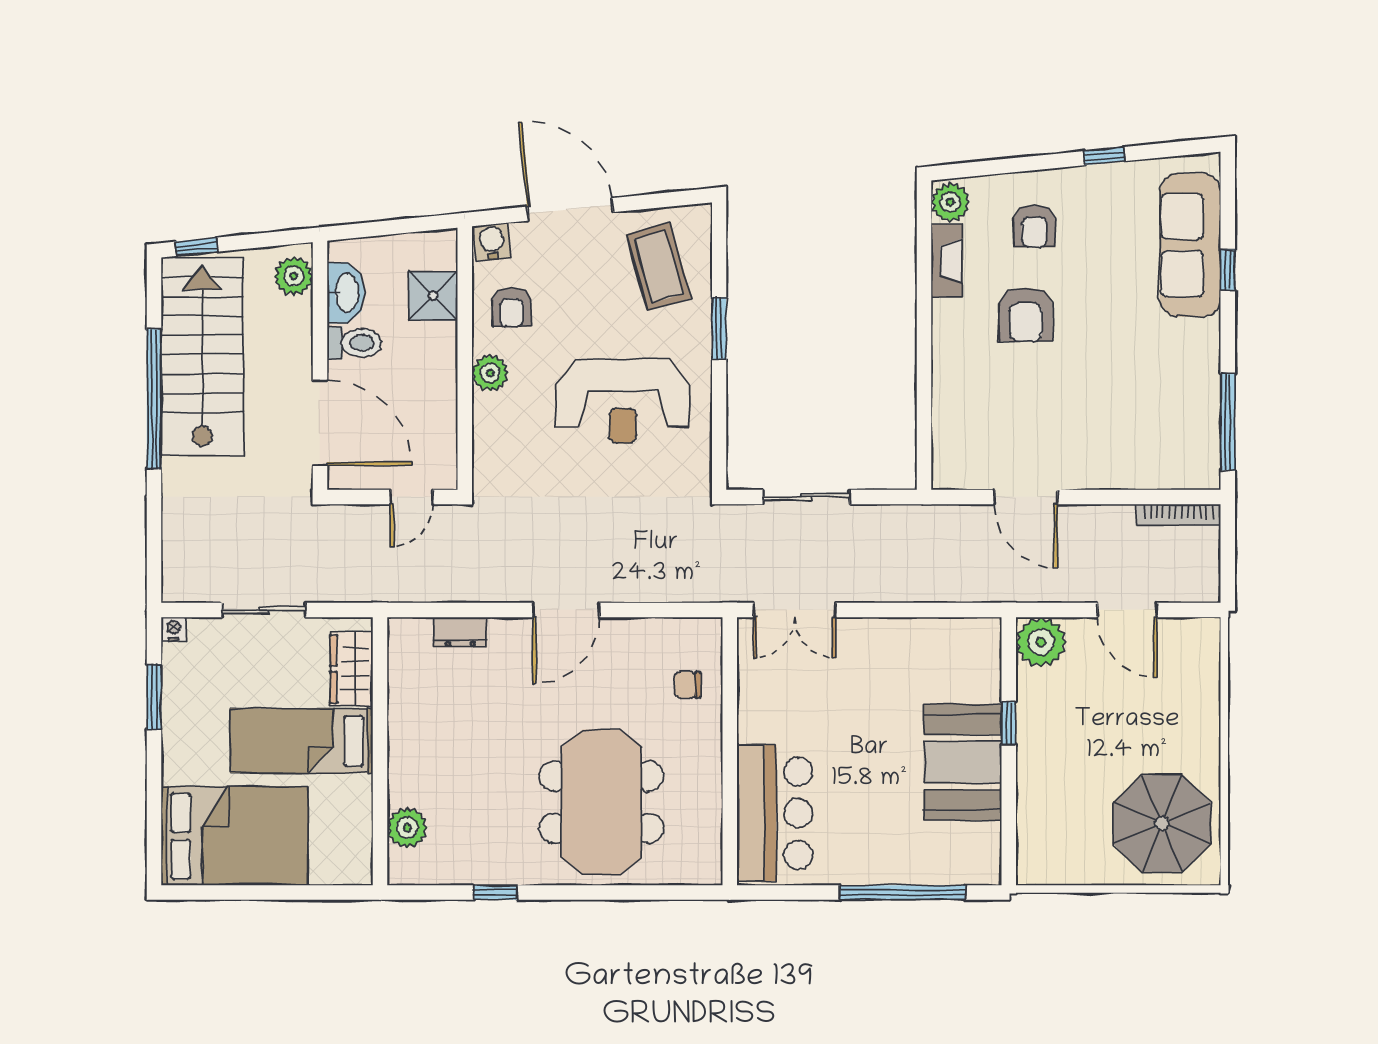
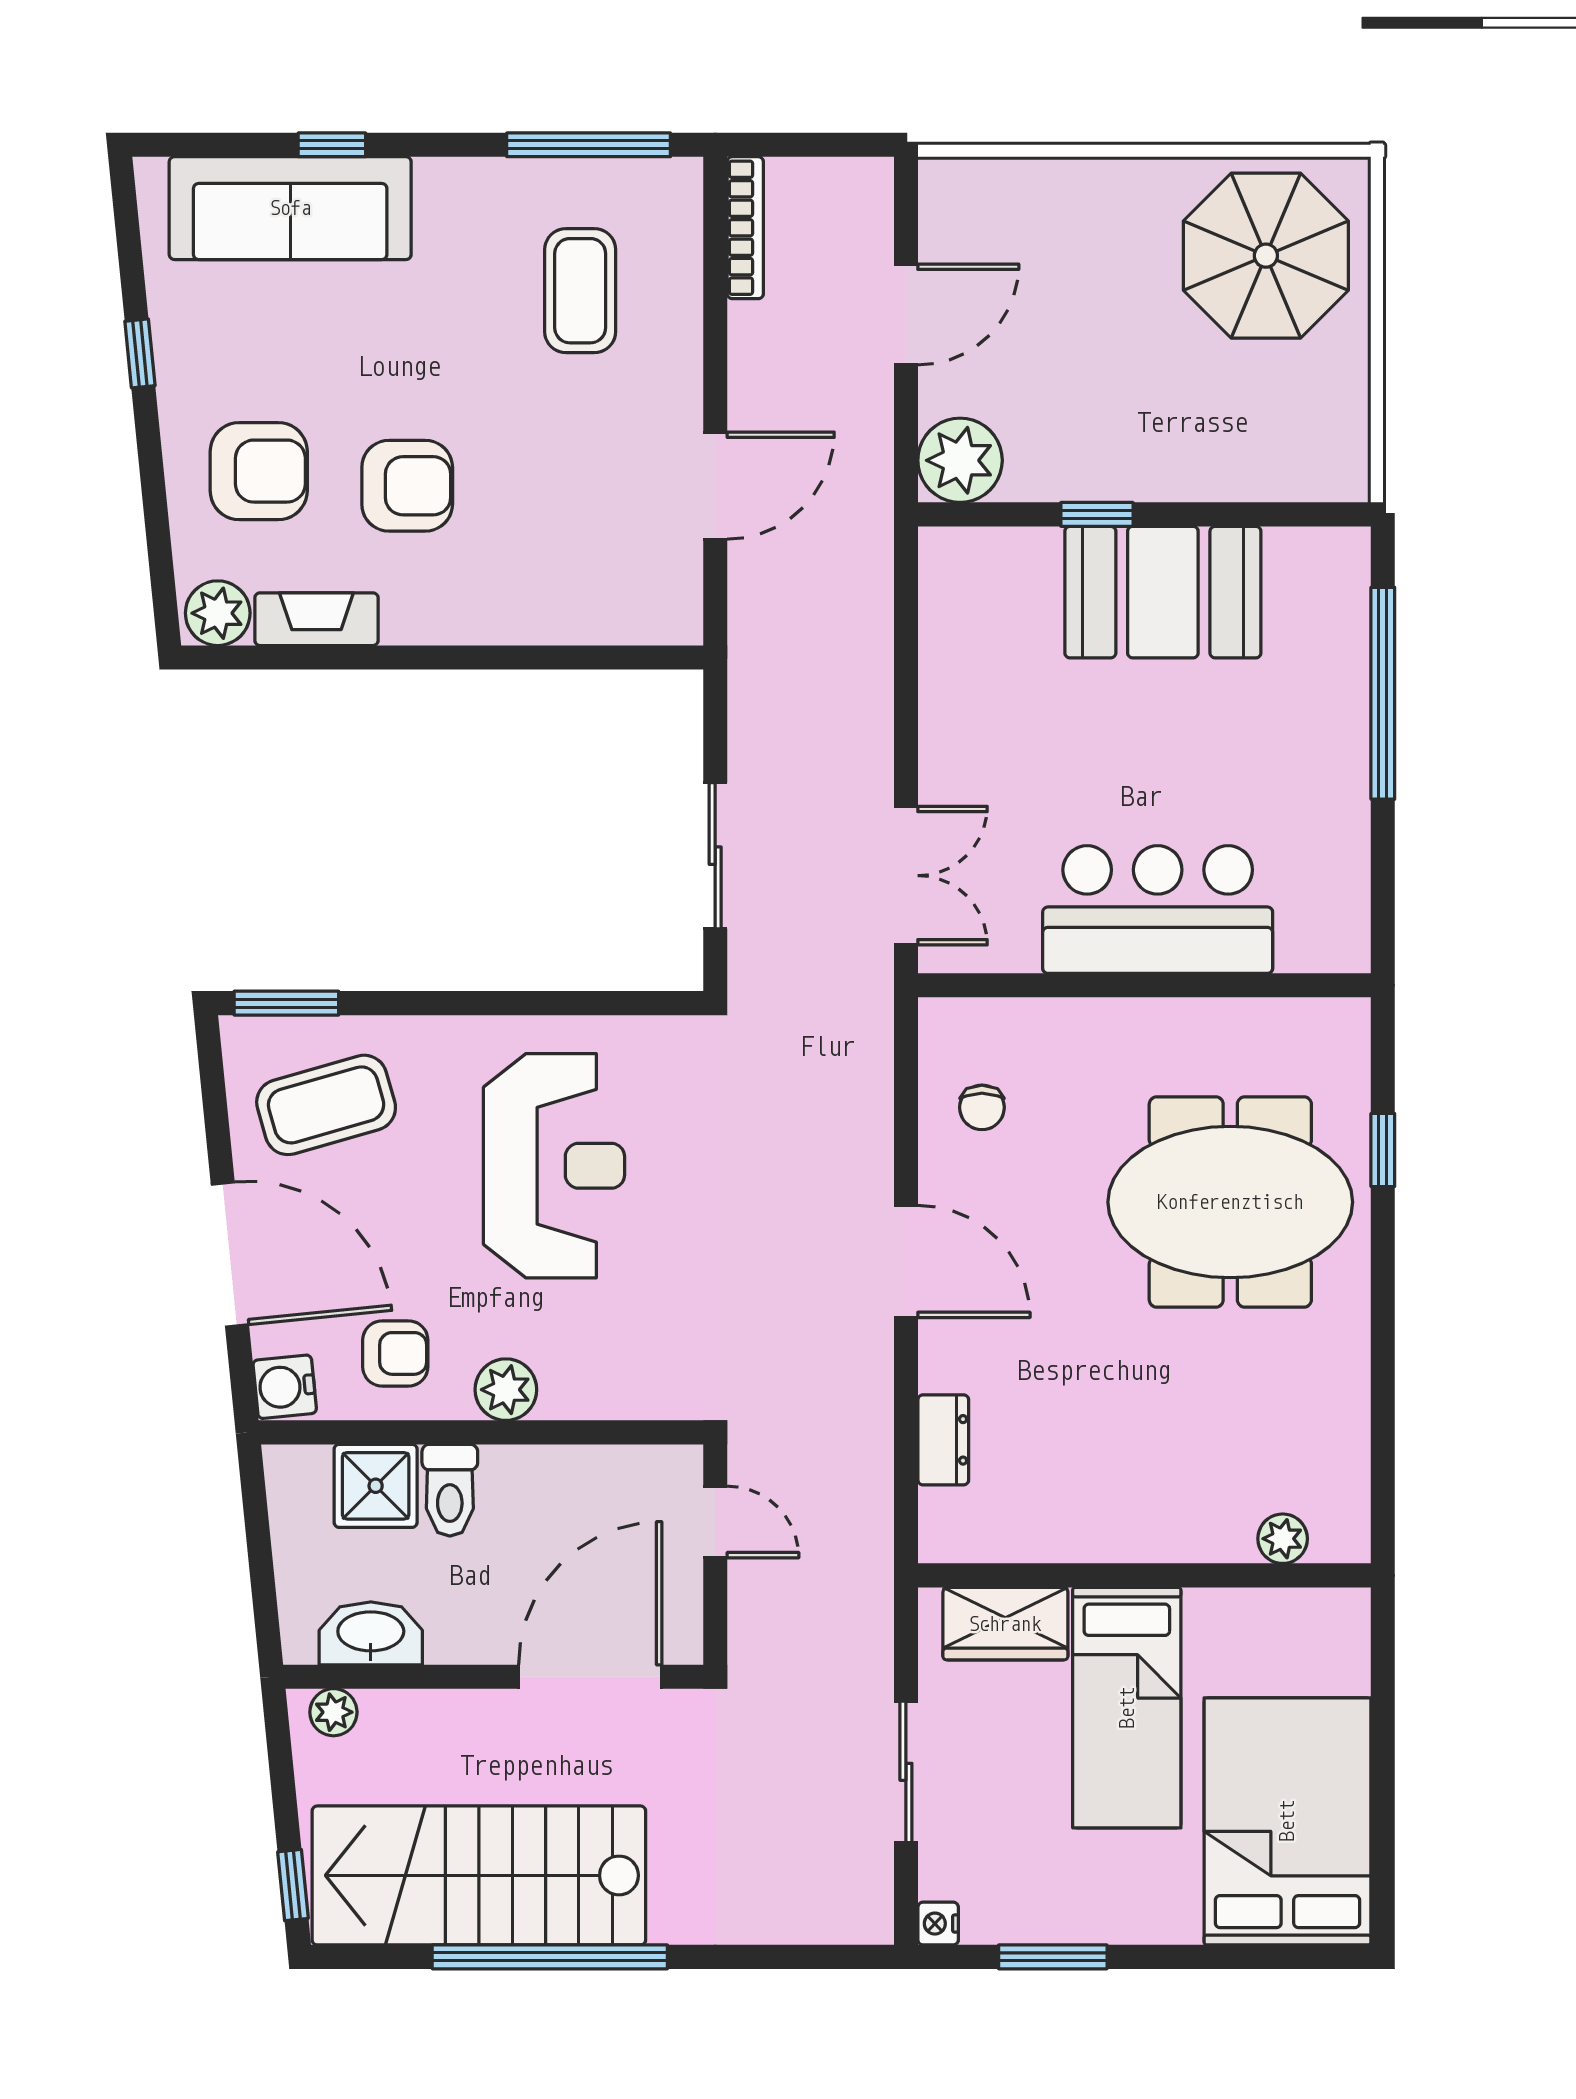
door: (570, 209) -> (230, 1255), swing flipped
armchair: (1034, 226) -> (259, 471), width x1.38, depth x1.38
plant: (294, 276) -> (333, 1712), width x0.73, depth x0.73
window: (719, 328) -> (286, 1003), moved
toilet: (354, 343) -> (450, 1490), moved, turned 180
coffee table: (1141, 417) -> (580, 291), added
chair: (687, 685) -> (982, 1107), moved
bar counter: (775, 813) -> (1158, 909), moved
plant: (407, 828) -> (1283, 1539), width x0.73, depth x0.73
window: (495, 893) -> (1383, 1150), moved

